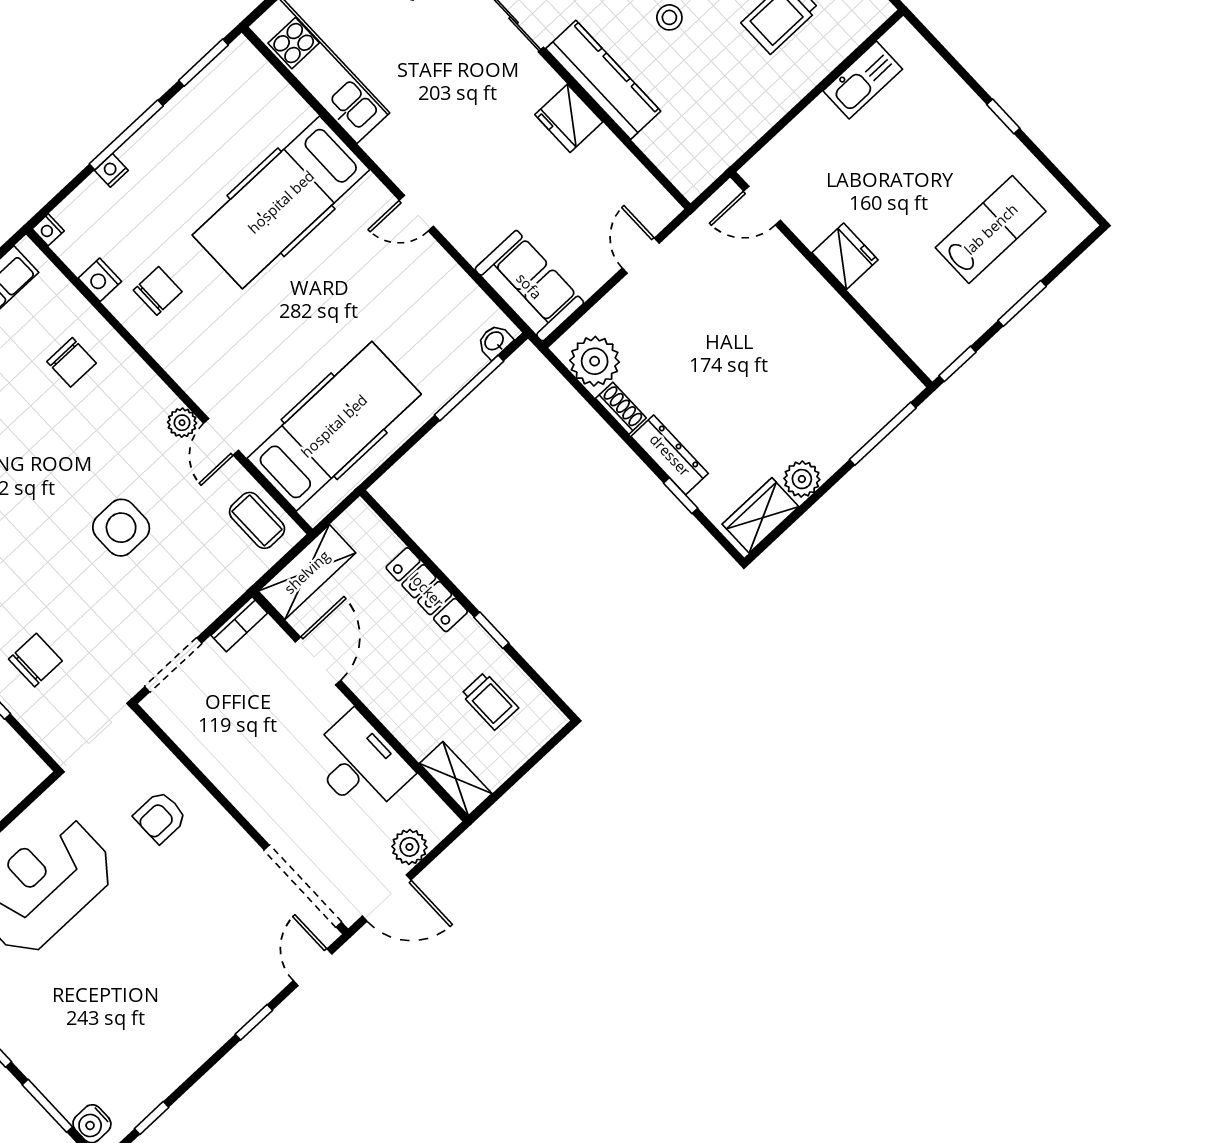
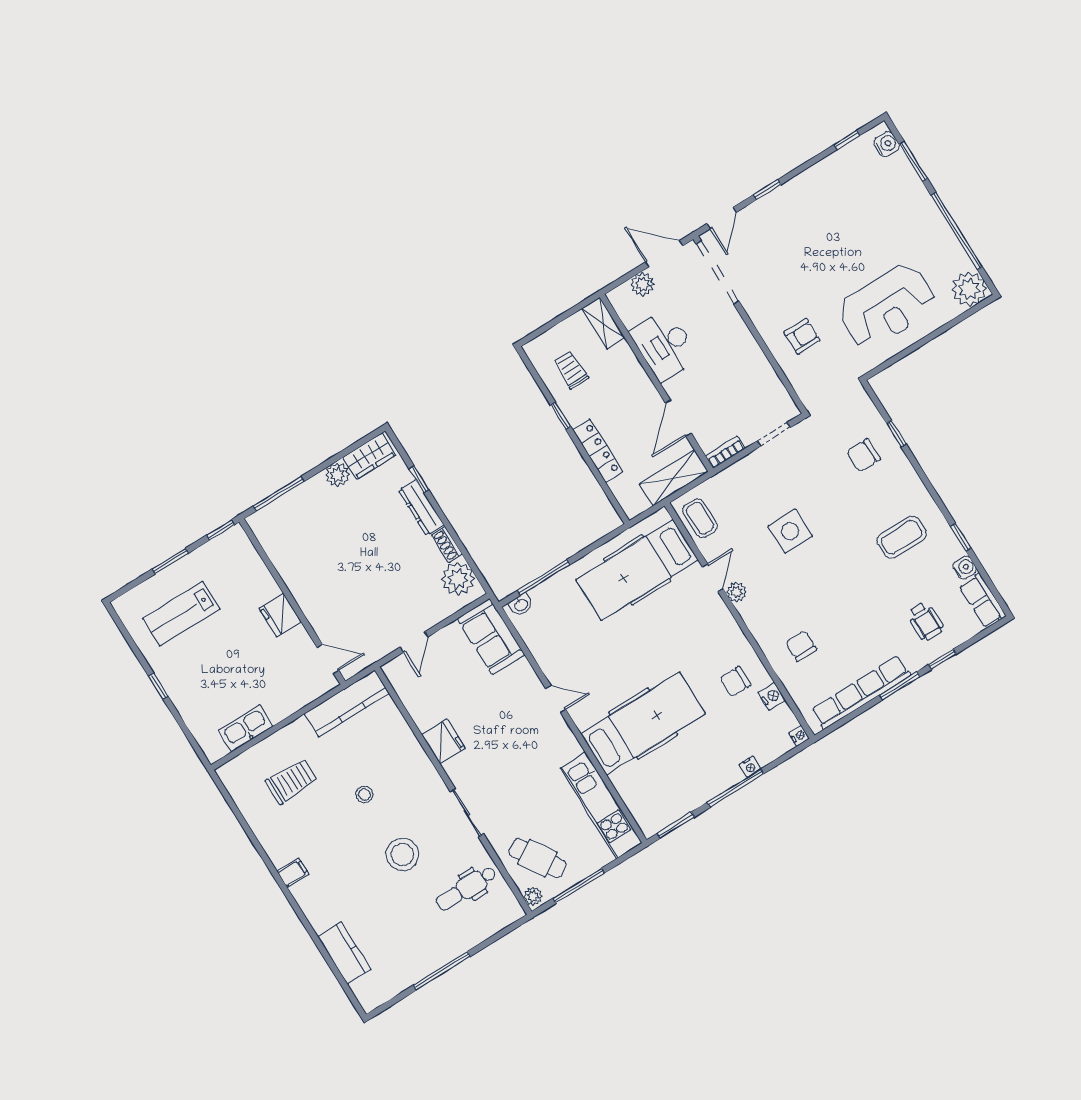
kitchen counter: (603, 80) -> (347, 703), moved, turned -90
doorway: (173, 665) -> (774, 434), width x0.73

